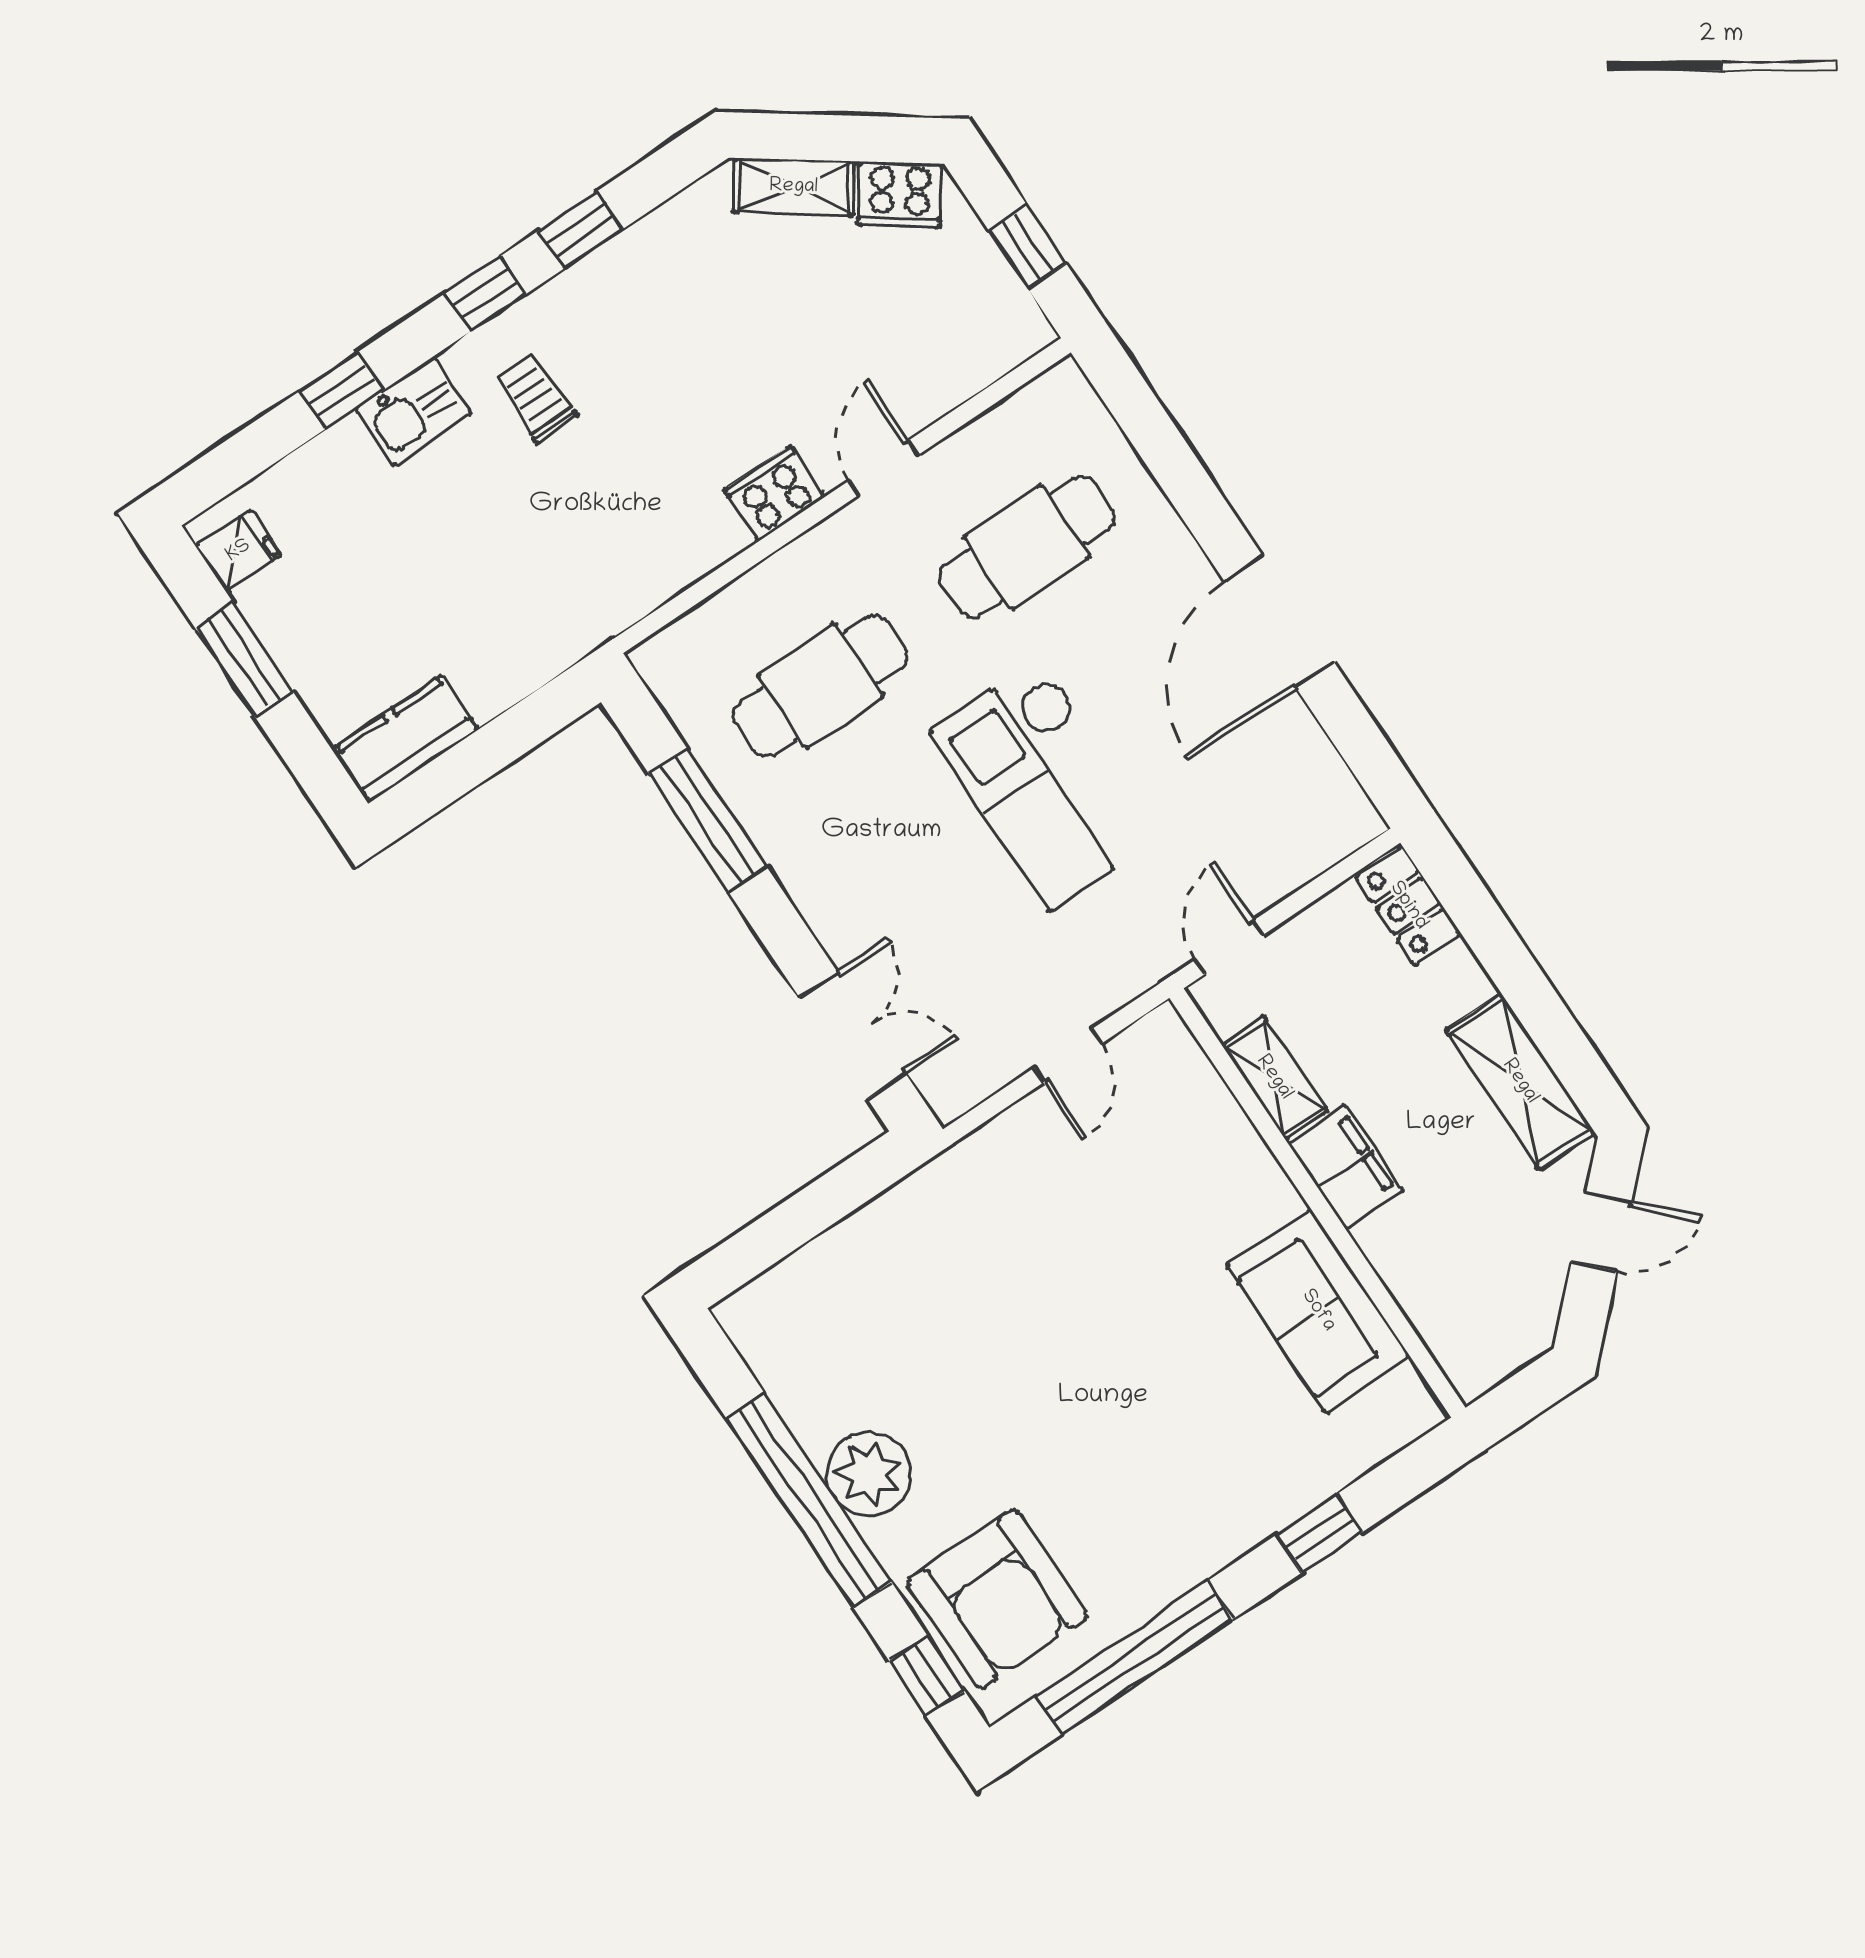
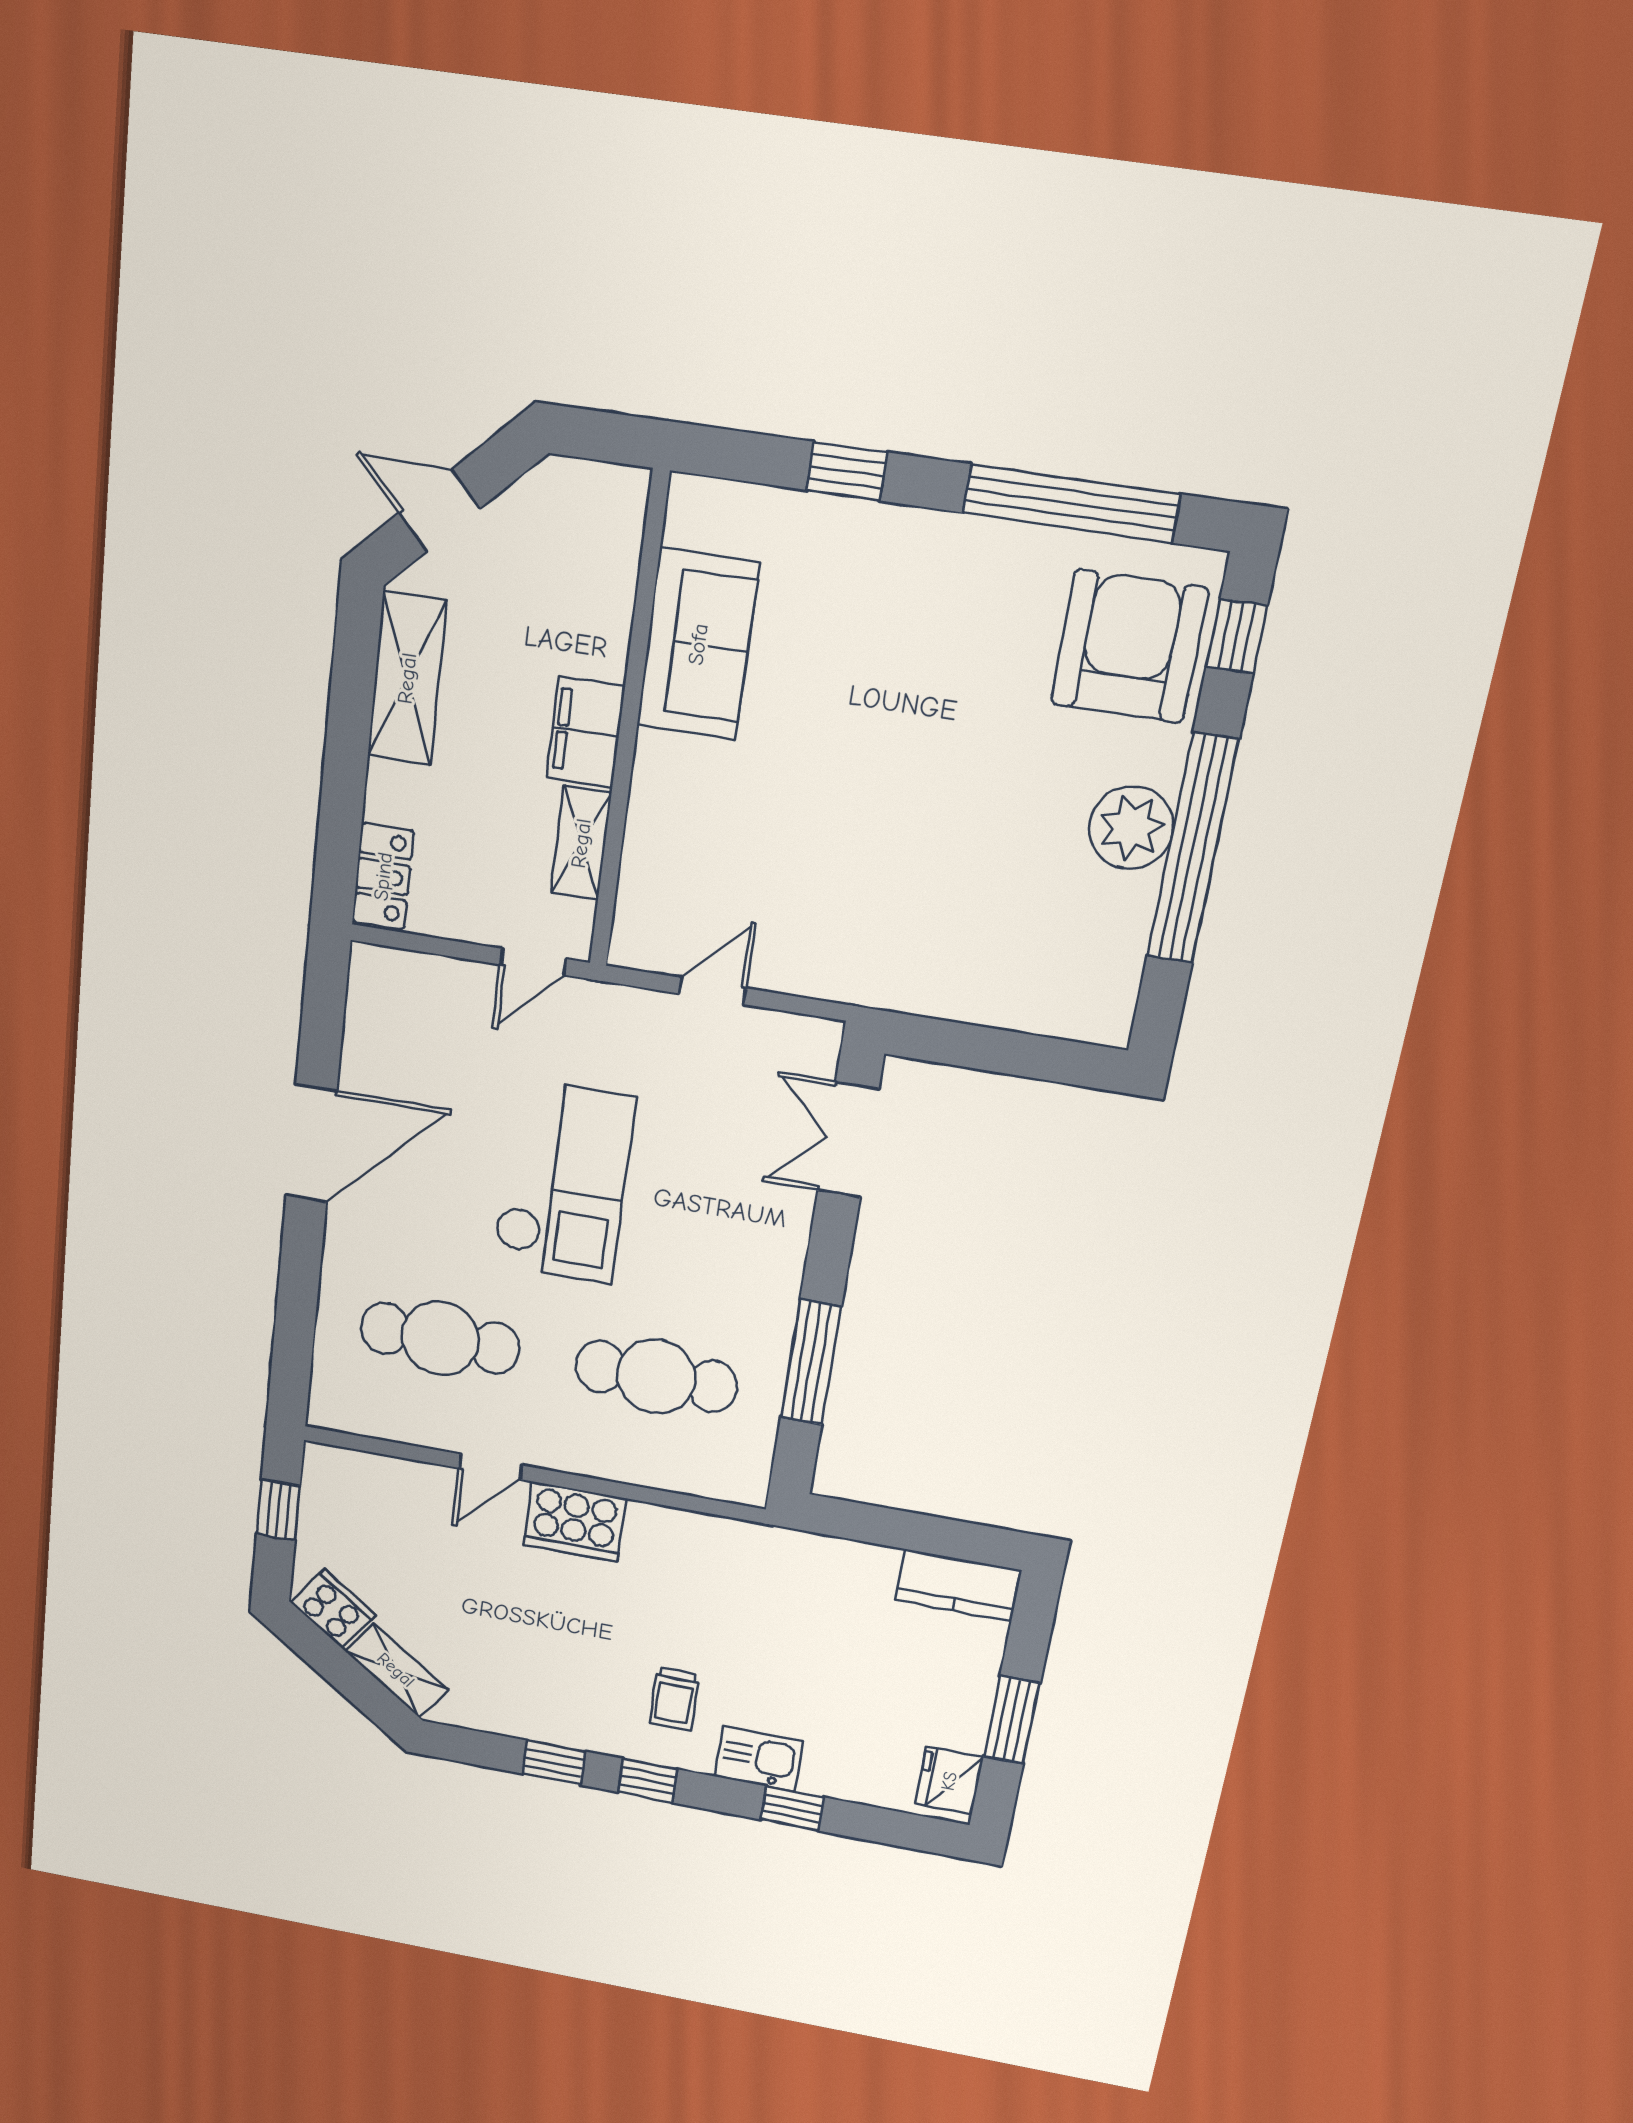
cooker: (774, 493) -> (575, 1522), width x1.37, depth x1.31
fridge: (239, 551) -> (949, 1781), width x1.38

